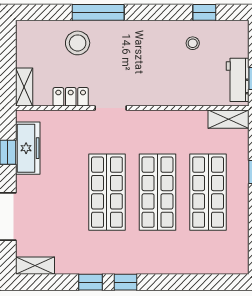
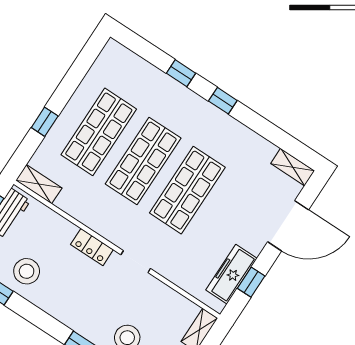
stool: (193, 43) -> (27, 271), width x1.89, depth x1.89
locker: (71, 97) -> (92, 247), moved
window: (90, 282) -> (181, 73), moved

